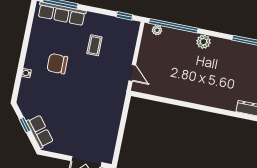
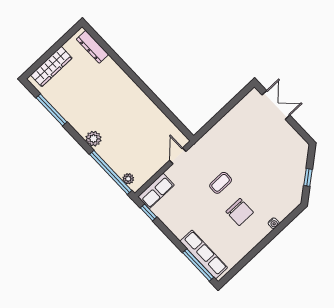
coffee table: (94, 45) -> (221, 183), moved
row of seats: (40, 131) -> (156, 191), moved, turned -141

